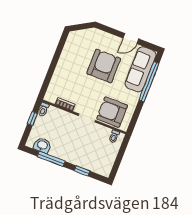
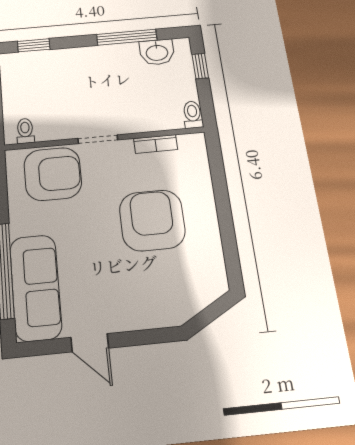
door: (131, 38) -> (90, 343), swing flipped
armchair: (104, 66) -> (152, 220), moved, turned 180
window: (32, 119) -> (200, 66), moved
window: (82, 171) -> (34, 45), moved

